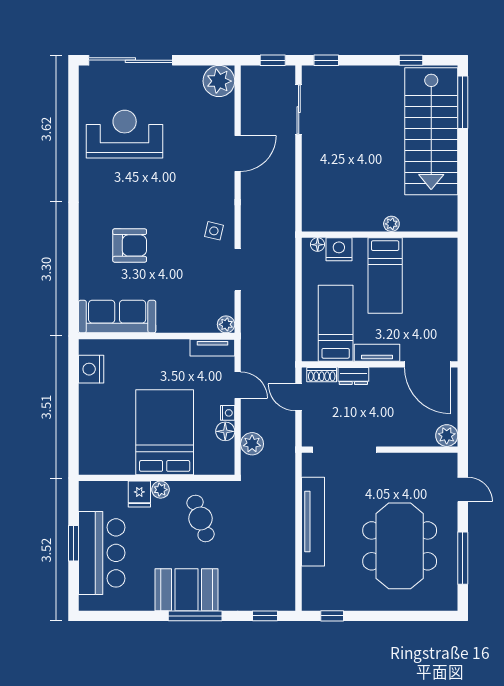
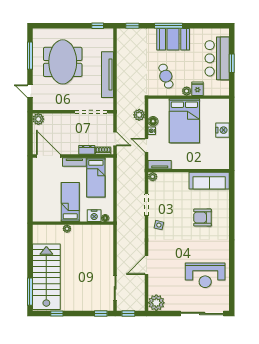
nightstand: (91, 369) -> (222, 130), moved

